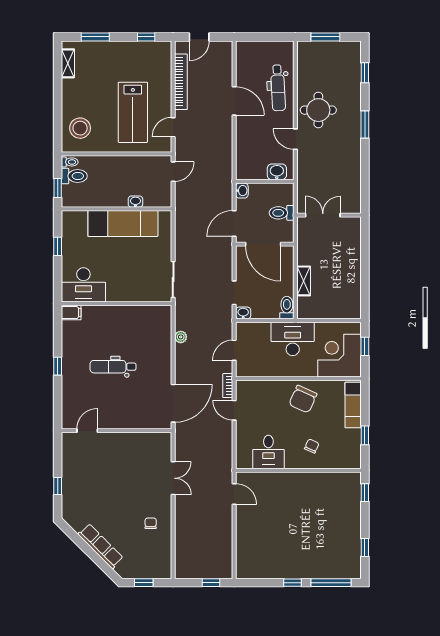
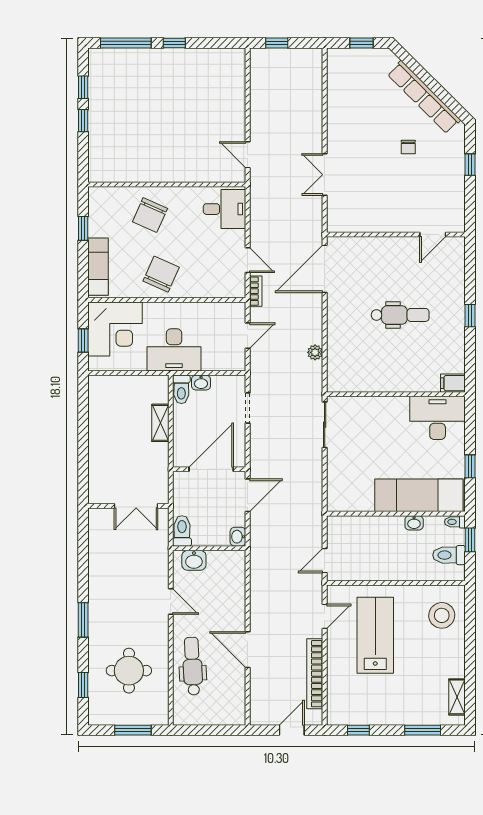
round table: (318, 110) -> (129, 671), moved
toilet: (70, 162) -> (455, 522), moved
washbasin: (135, 202) -> (414, 523), moved
toilet: (282, 213) -> (182, 531), moved, turned -90
exam couch: (123, 223) -> (419, 495), moved
door: (263, 244) -> (211, 469), hinge flipped
washbasin: (243, 313) -> (201, 383), moved
chair: (312, 446) -> (150, 215), width x1.87, depth x1.87
desk: (268, 452) -> (225, 209), moved, turned 90
window: (365, 493) -> (83, 121), moved
chair: (151, 523) -> (408, 147), moved
row of seats: (101, 546) -> (424, 97), width x1.36

